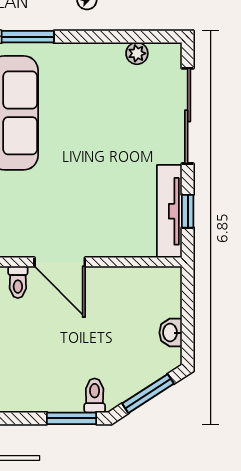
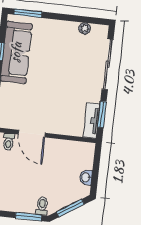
tv unit: (169, 211) -> (91, 121), width x0.71
window: (188, 211) -> (102, 114), width x1.50

